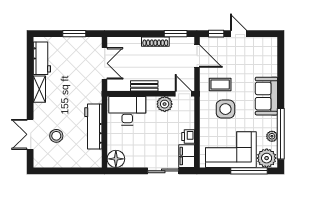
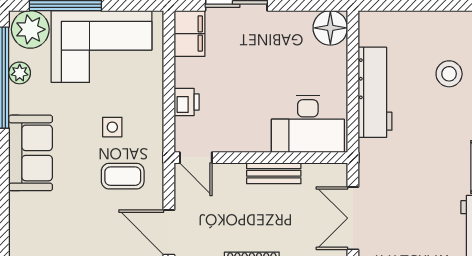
plant: (165, 104) -> (233, 137), removed
side table: (225, 109) -> (112, 127), width x0.54, depth x0.54
printer: (188, 137) -> (187, 102), moved

